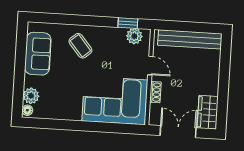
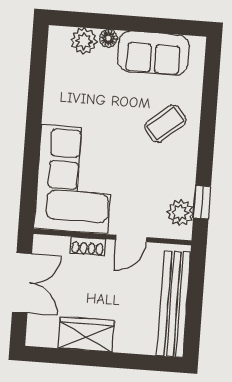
floor lamp: (27, 110) -> (108, 38), moved
wardrobe: (208, 112) -> (86, 334), moved

